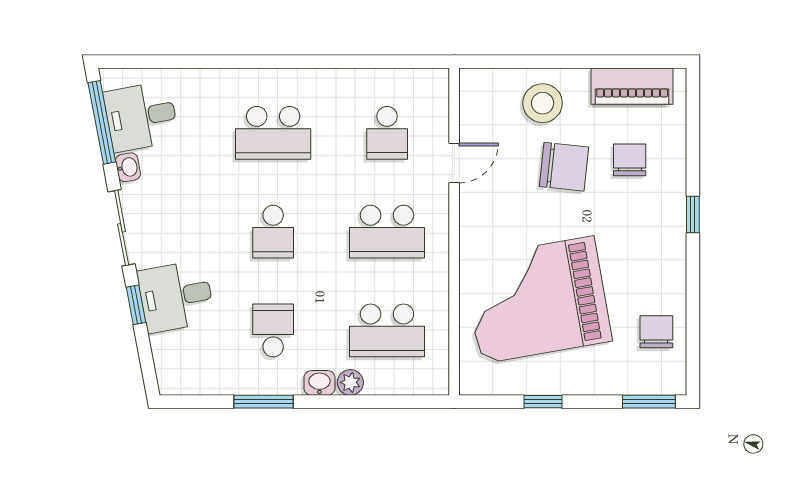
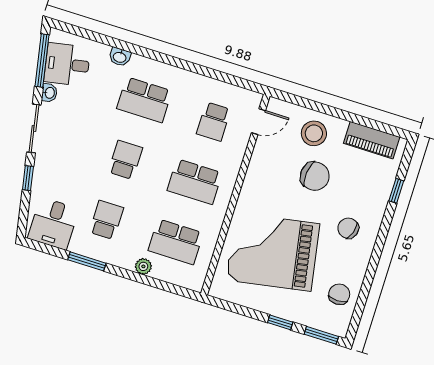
chair: (630, 160) -> (348, 228), moved, turned -72
door: (454, 163) -> (258, 122), moved
window: (693, 215) -> (396, 191), moved
school desk: (273, 232) -> (125, 160), turned 180
desk: (176, 296) -> (53, 224), moved, turned -79
washbasin: (319, 383) -> (120, 57), moved, turned 180
window: (543, 402) -> (280, 322), moved

